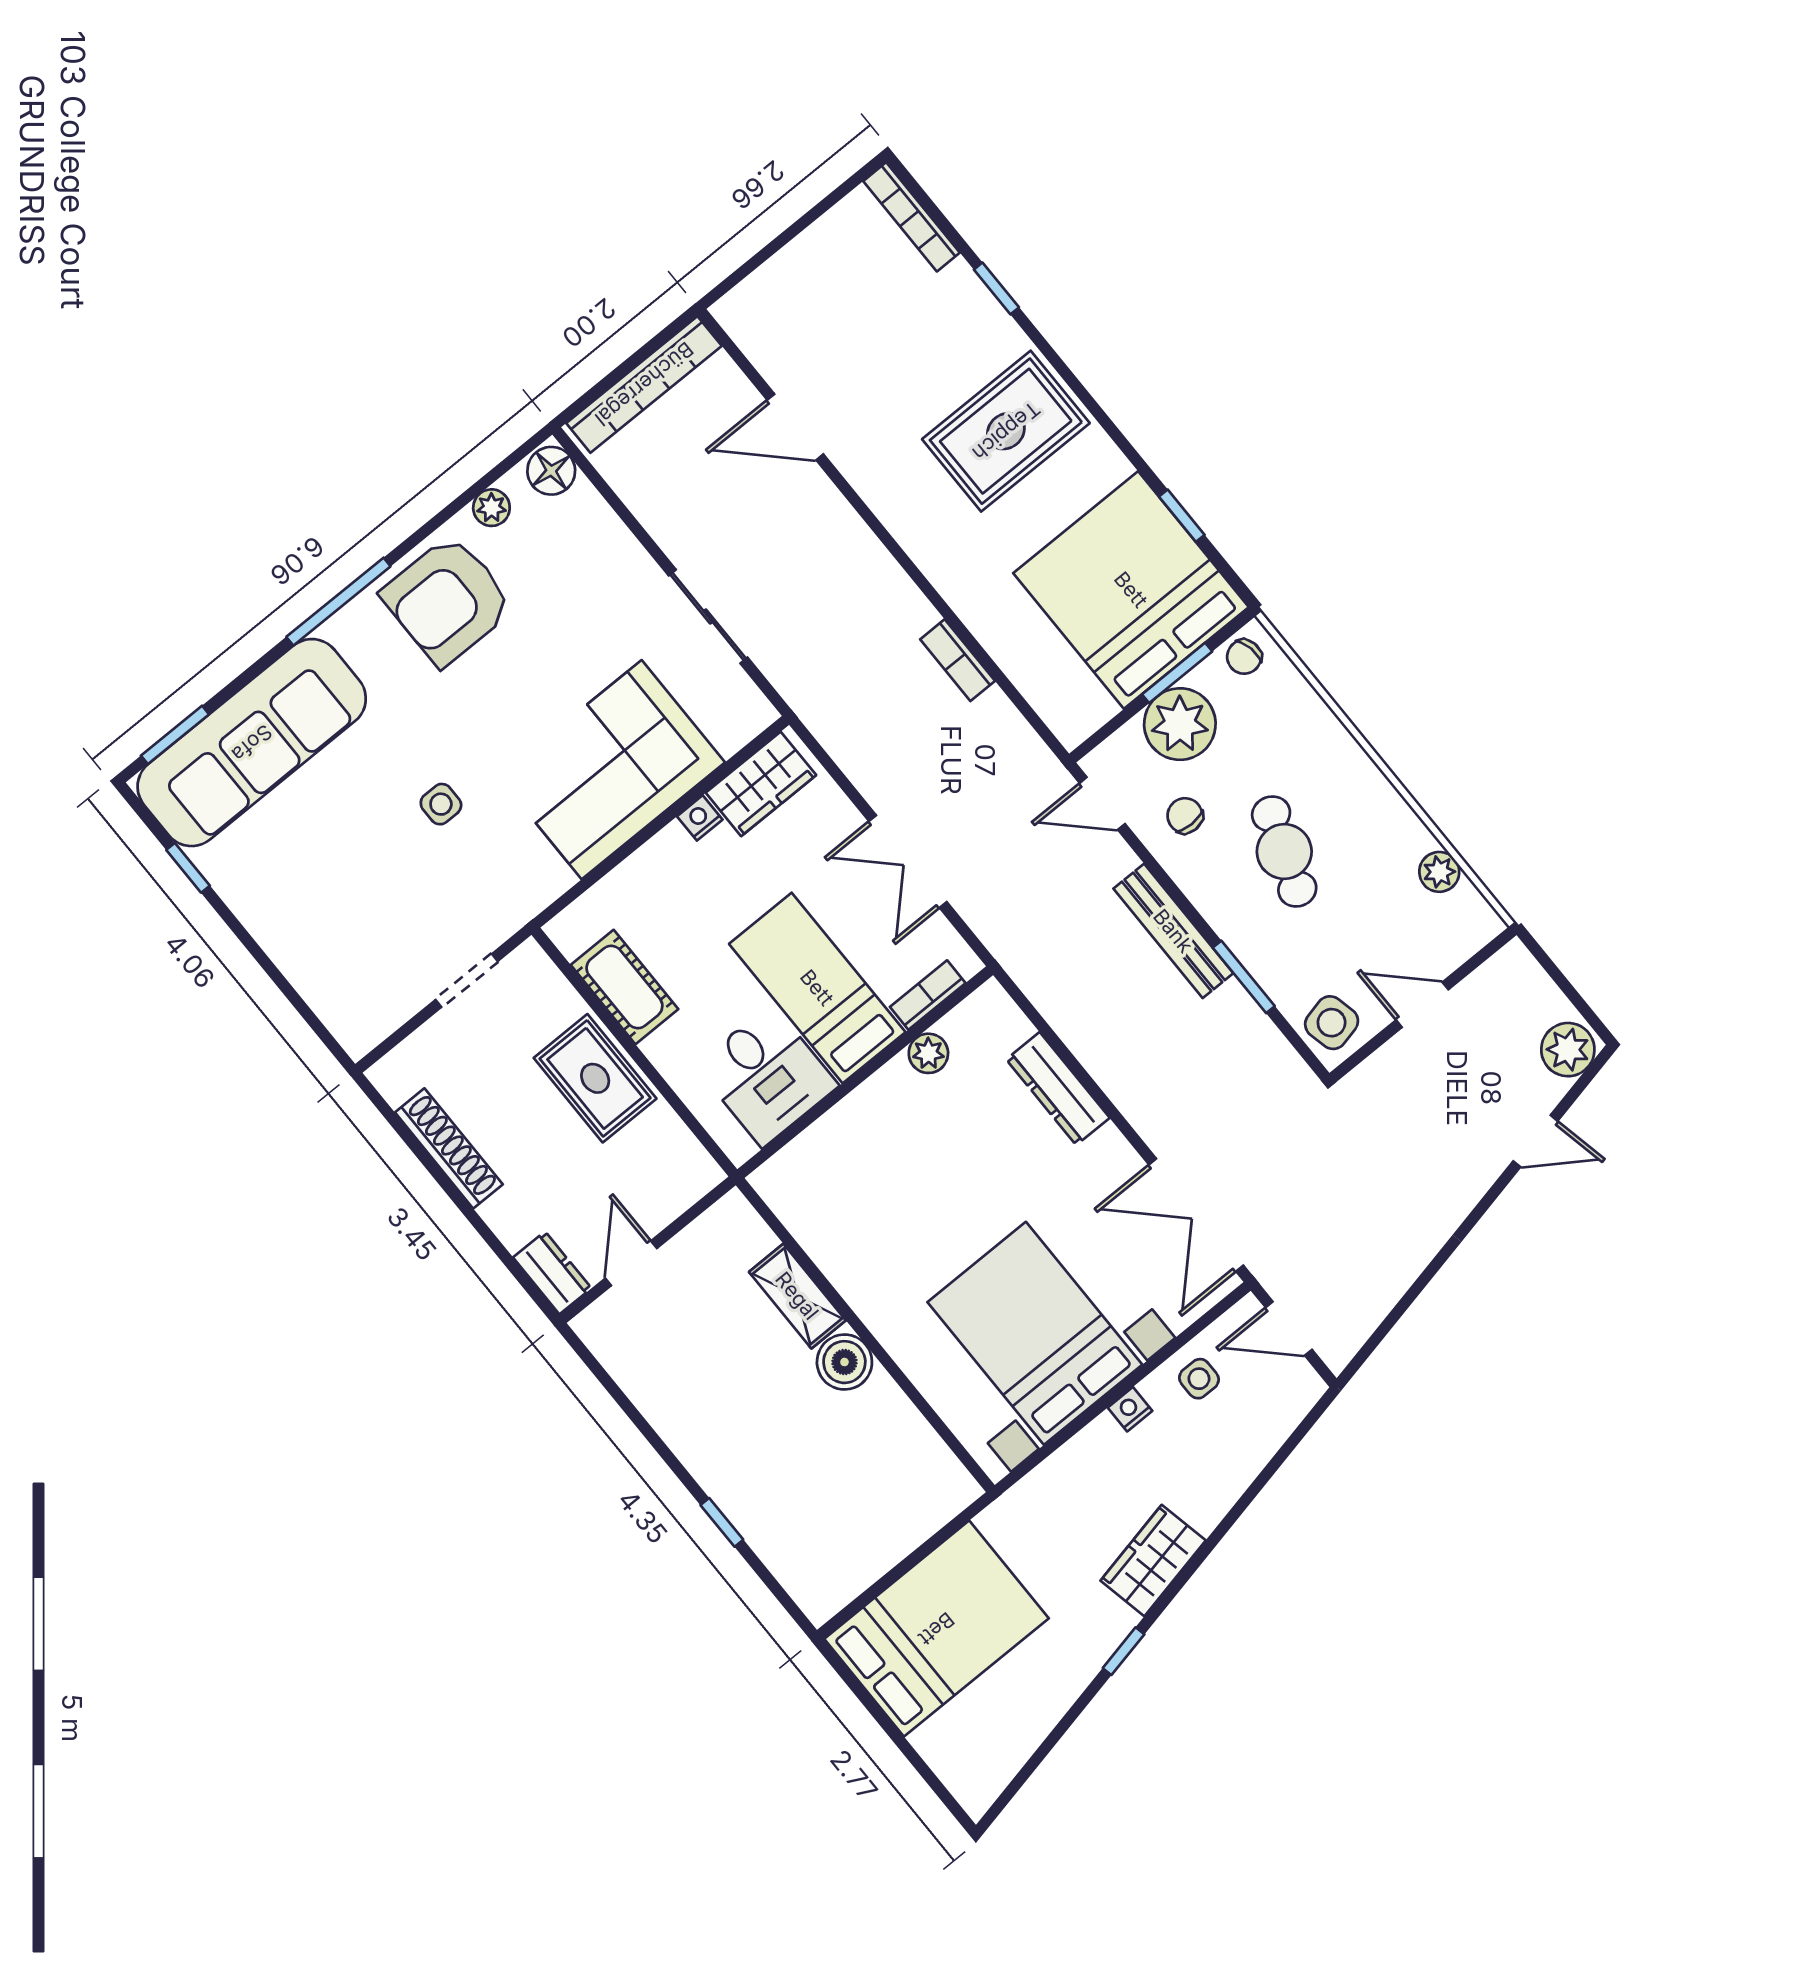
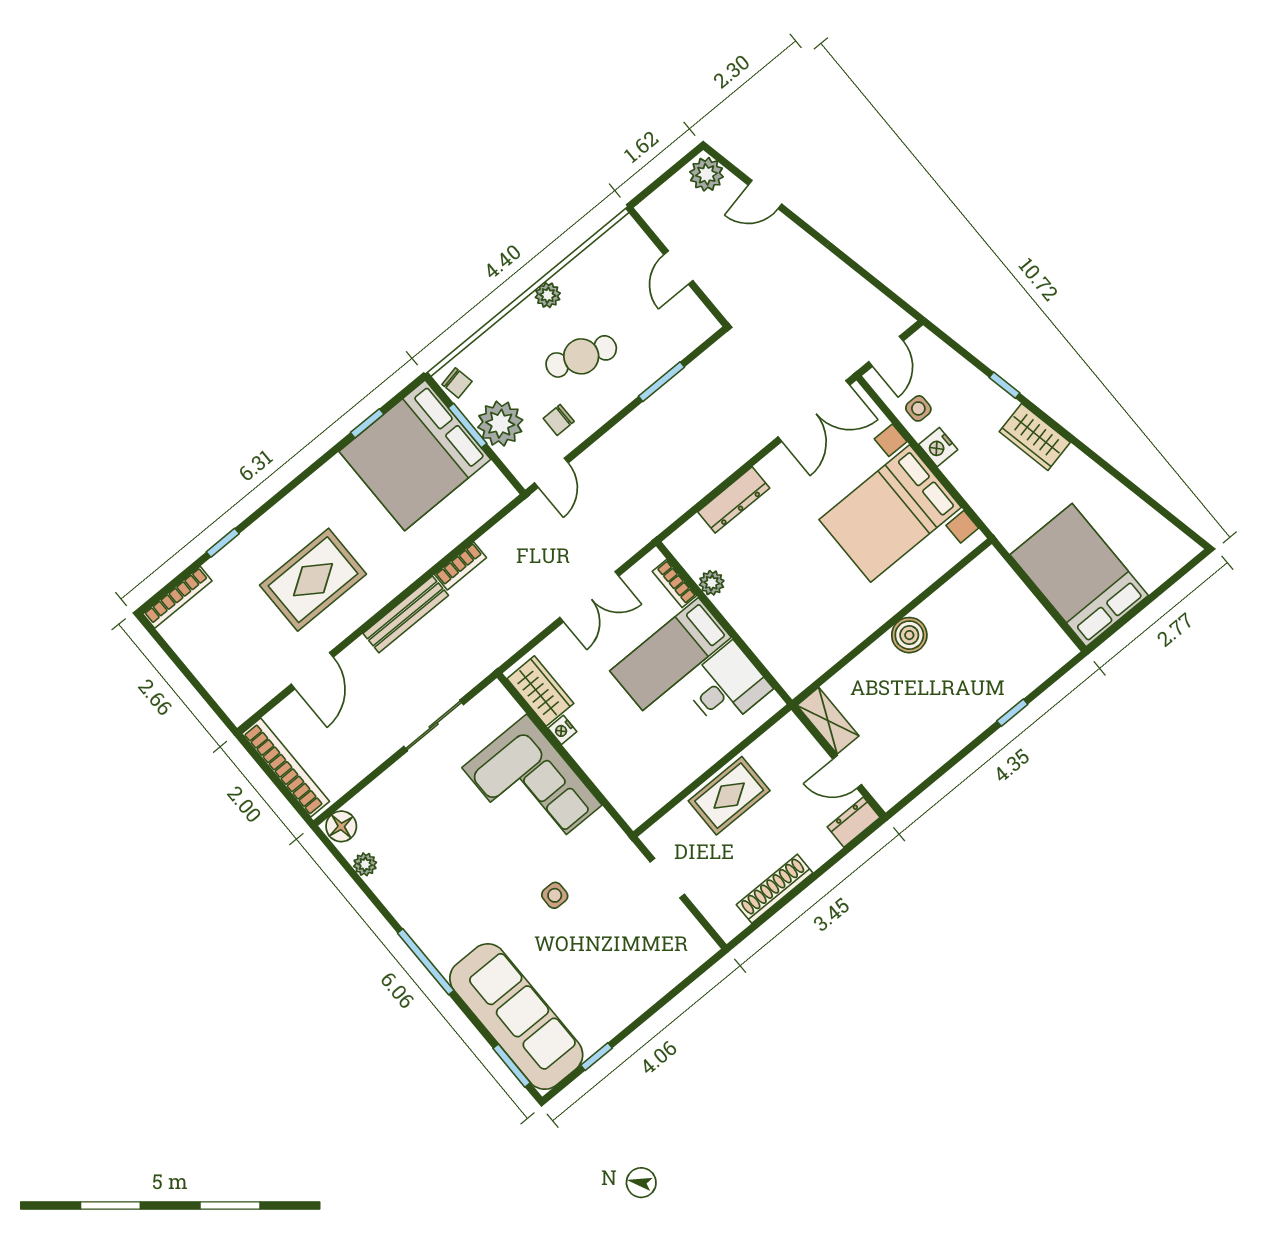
rug: (1006, 431) -> (313, 580), moved, turned 90
armchair: (448, 600) -> (424, 892), removed
plant: (1439, 872) -> (548, 295), moved
bench: (1173, 931) -> (406, 614), moved
cot: (624, 987) -> (671, 777), removed
side table: (1332, 1023) -> (690, 325), removed
door: (1535, 1141) -> (765, 195), swing flipped
shelving: (797, 1296) -> (828, 721), moved, turned 90
nightstand: (1130, 1409) -> (938, 447), width x1.39, depth x1.35
window: (1124, 1651) -> (1004, 385), moved

